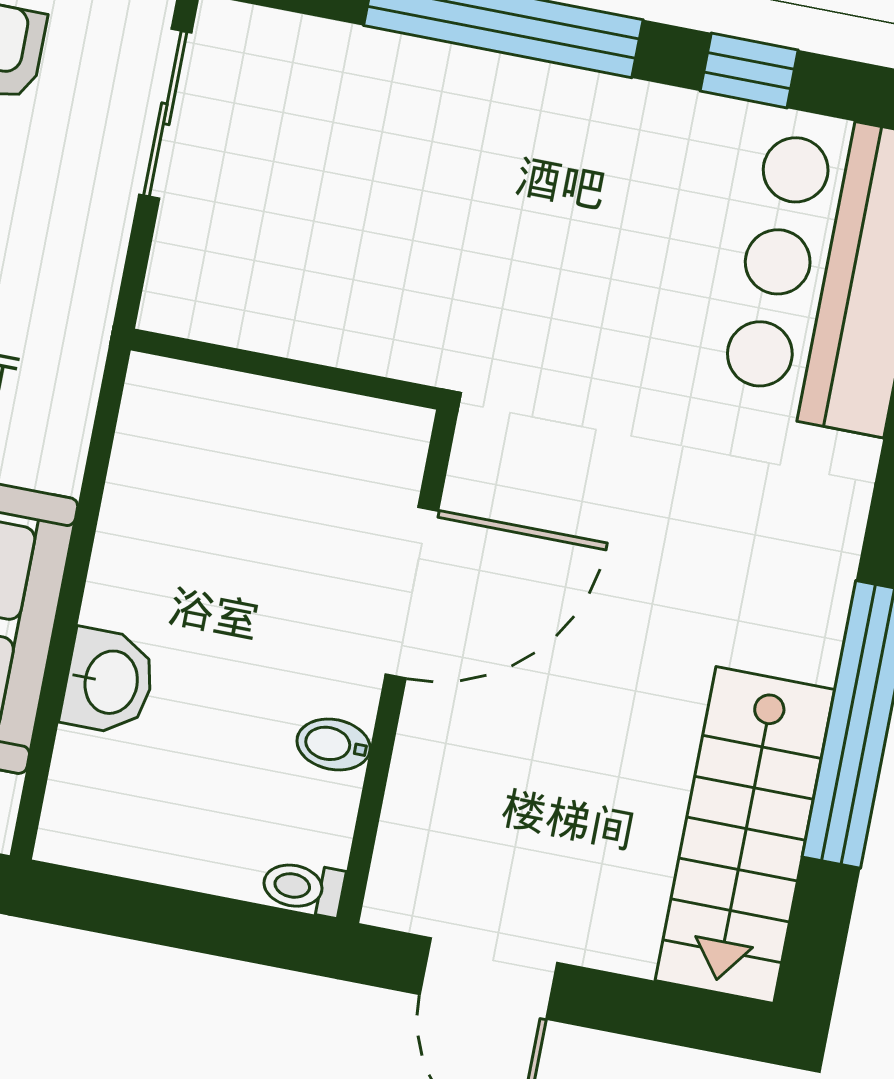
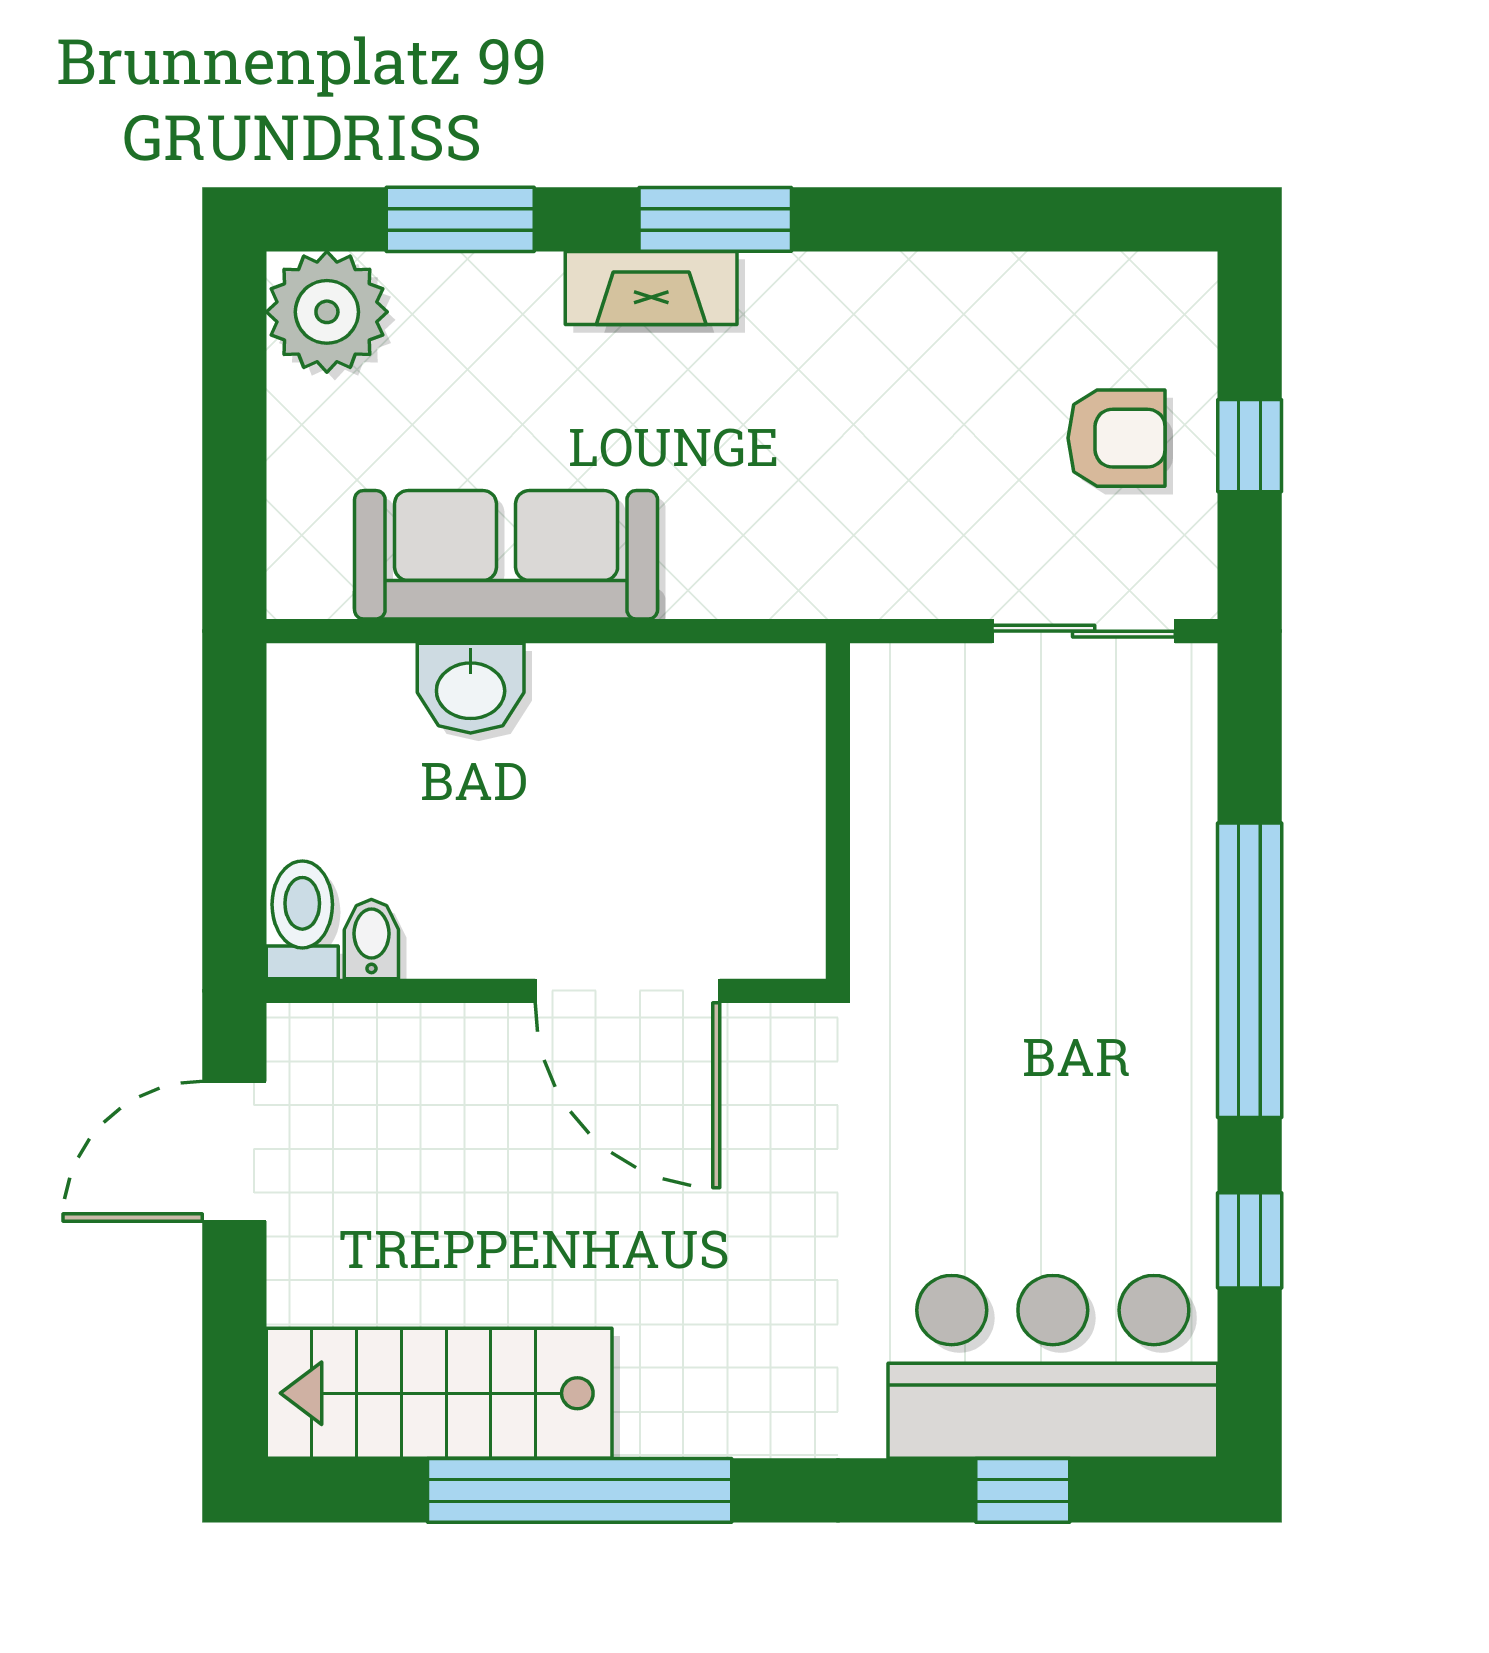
bidet: (334, 745) -> (371, 939), moved
toilet: (303, 888) -> (302, 920), width x1.37, depth x1.39

